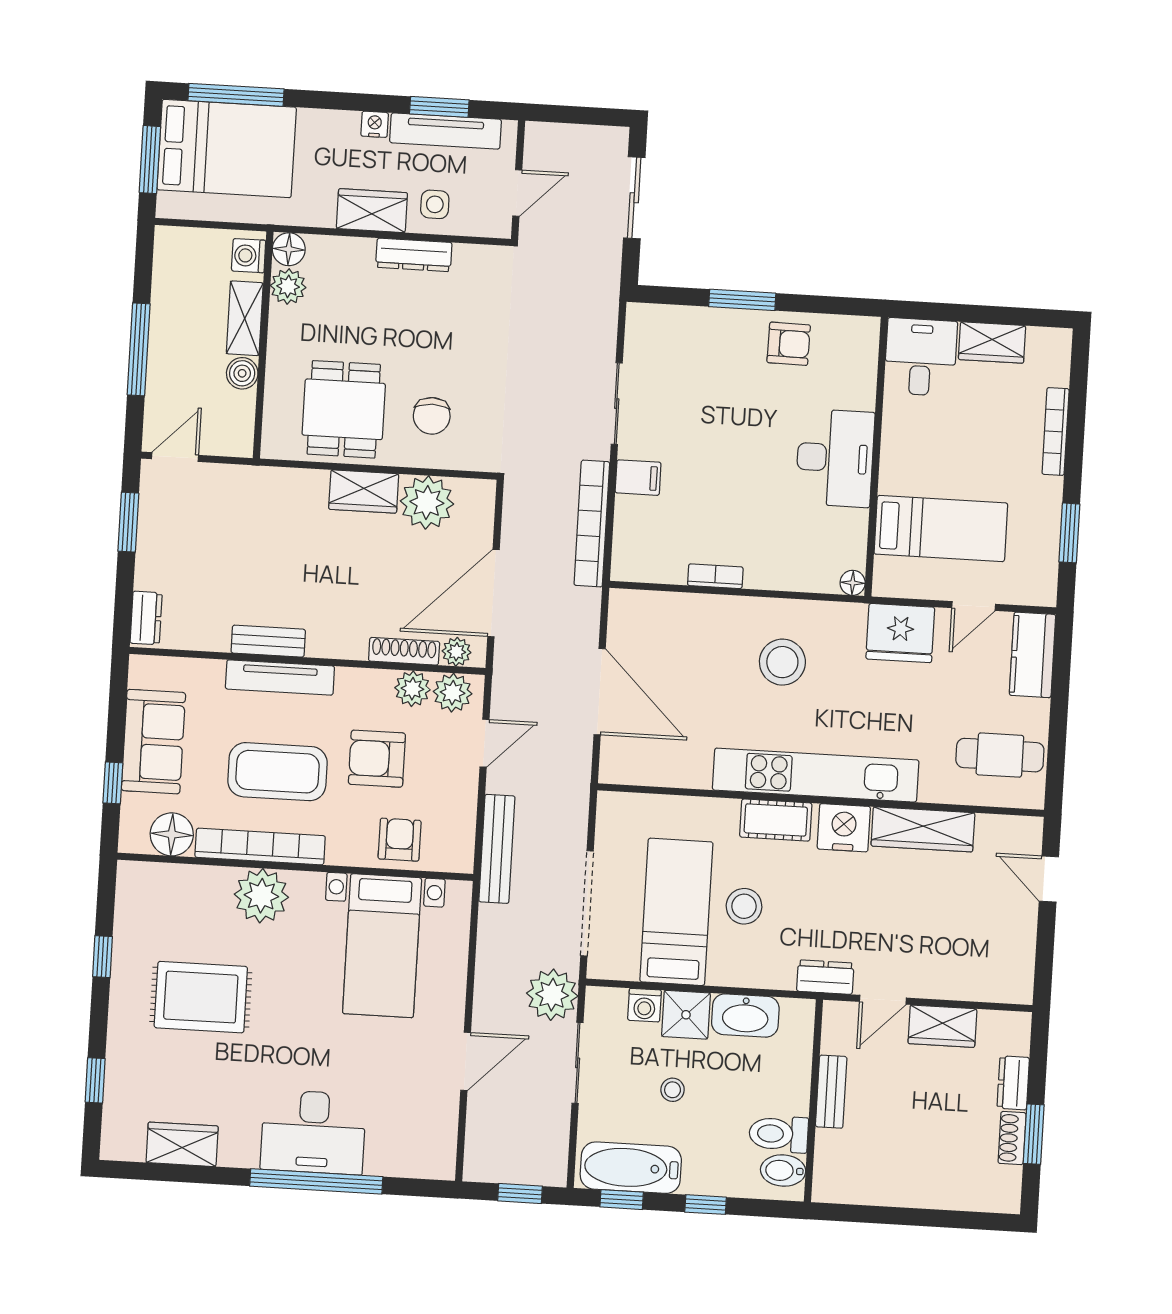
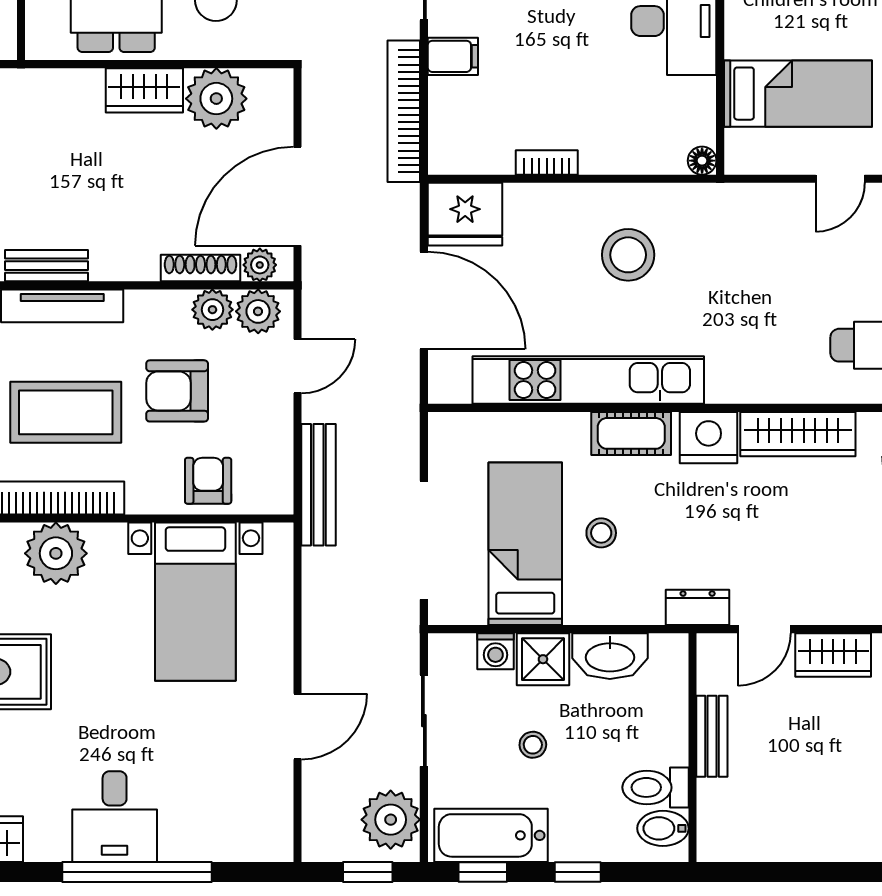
fridge: (900, 633) -> (465, 214), moved
kitchen unit: (816, 775) -> (588, 380), moved
stool: (744, 906) -> (601, 533), width x0.73, depth x0.73
plant: (552, 995) -> (391, 820), moved
desk: (313, 1132) -> (115, 817), width x0.73

